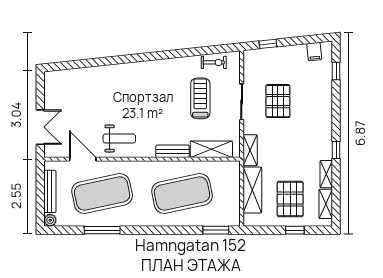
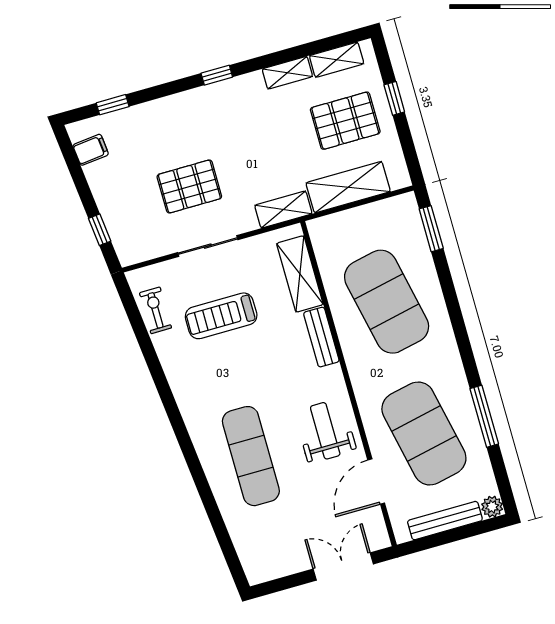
exercise mat: (117, 93) -> (251, 456), added
window: (336, 150) -> (217, 75), moved

